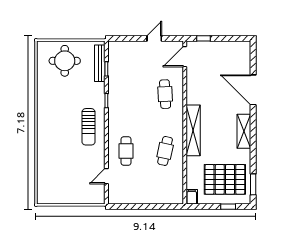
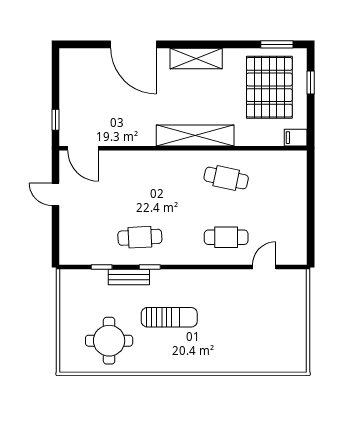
round table: (65, 61) -> (109, 341), moved
bench: (100, 63) -> (129, 277), moved, width x0.73
door: (253, 90) -> (133, 44), hinge flipped
cafe table: (165, 94) -> (140, 237), moved
sun lounger: (89, 127) -> (169, 317), moved
door: (106, 176) -> (264, 267), swing flipped

